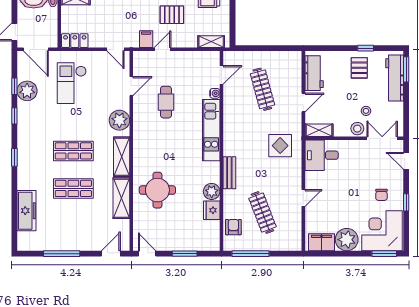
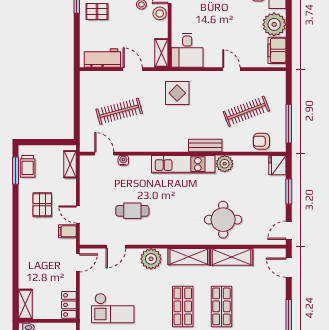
door: (131, 86) -> (116, 247), swing flipped
kitchen unit: (211, 130) -> (183, 164), moved
fridge: (212, 210) -> (277, 165), moved, turned 90

